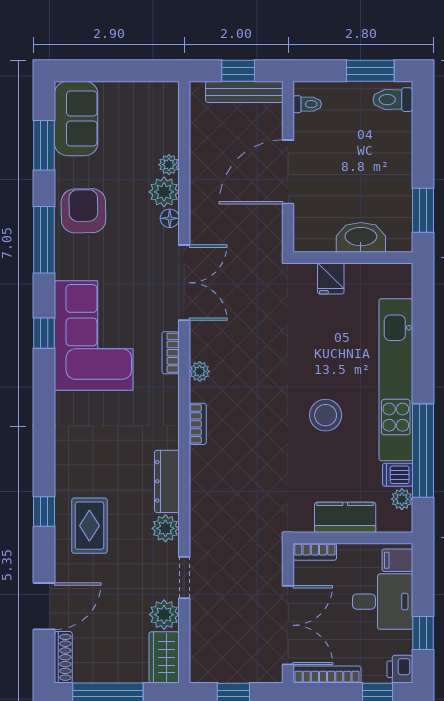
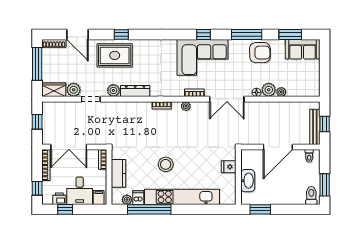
door: (288, 172) -> (278, 147), swing flipped
rug: (89, 526) -> (115, 55), width x1.36, depth x1.43
printer: (400, 669) -> (59, 199), moved

